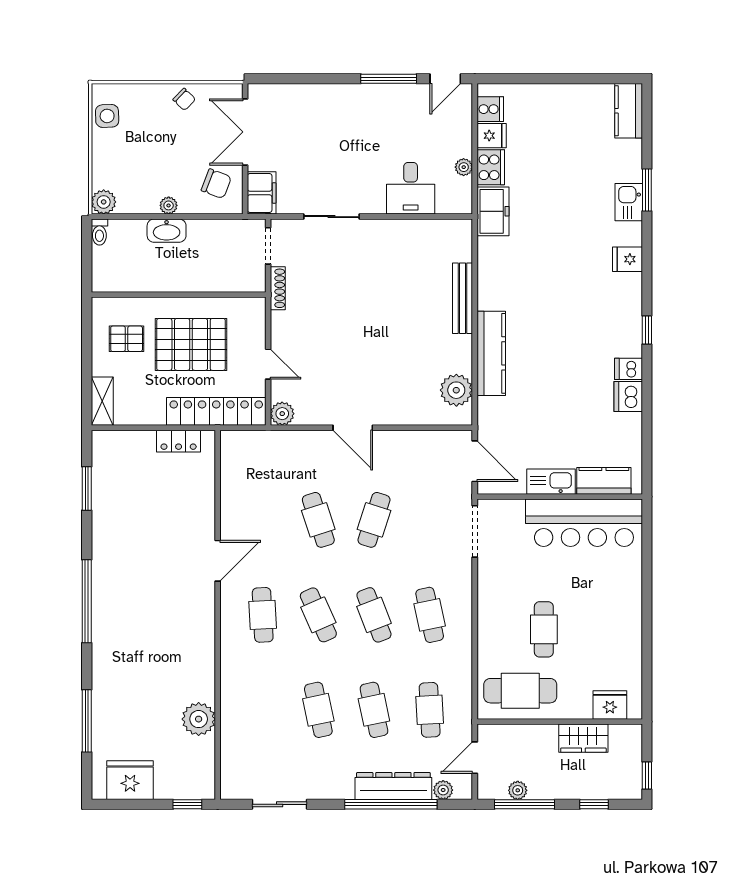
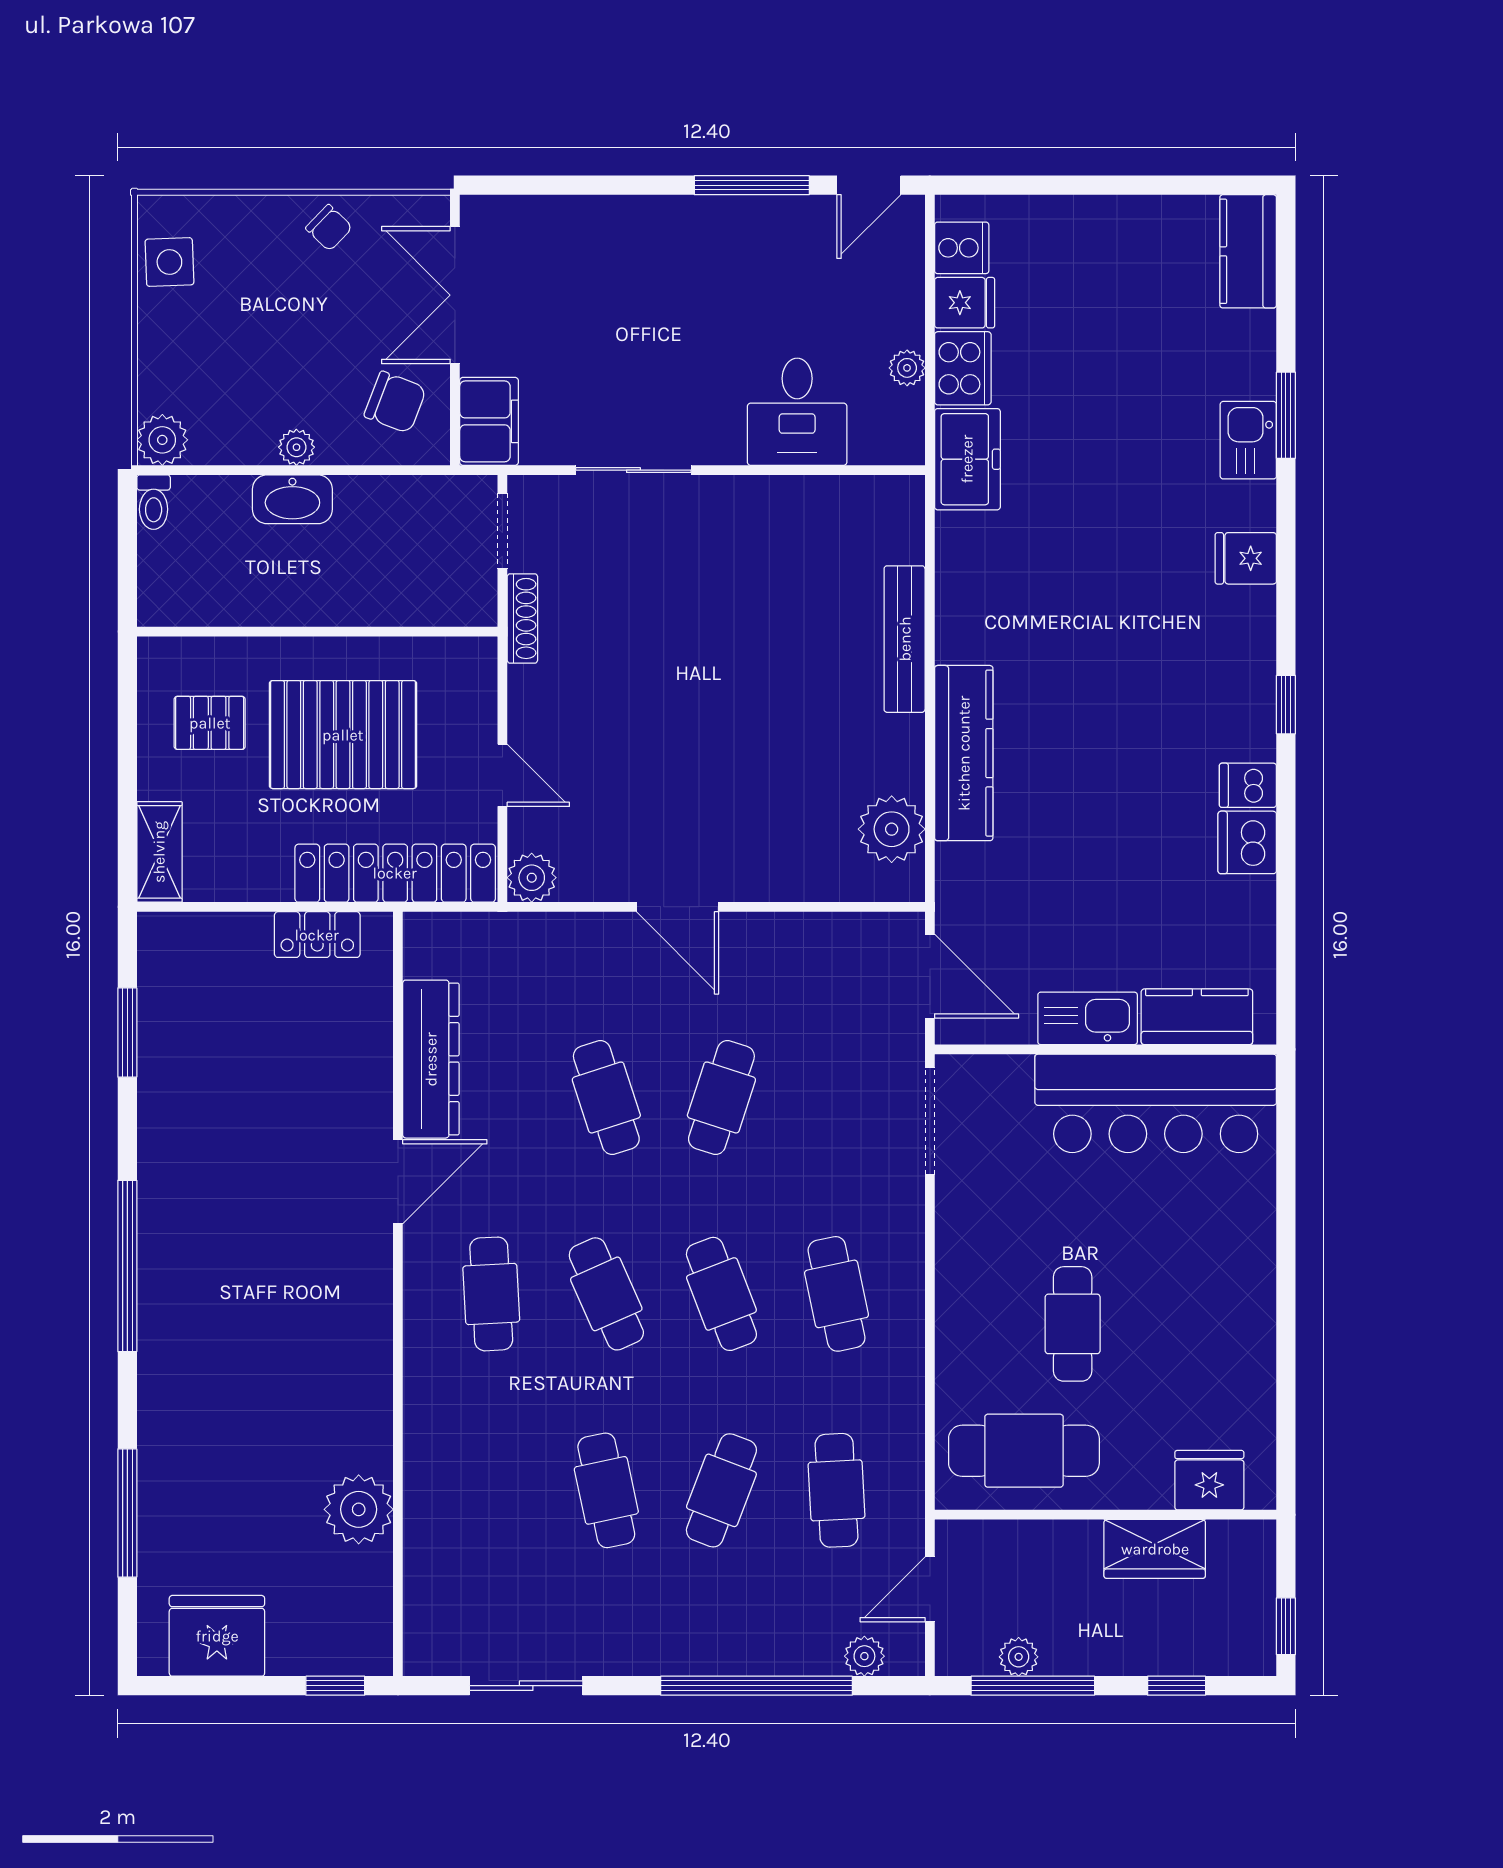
cafe table: (374, 710) -> (721, 1490), turned 33
dresser: (393, 786) -> (431, 1059), moved, turned 90

